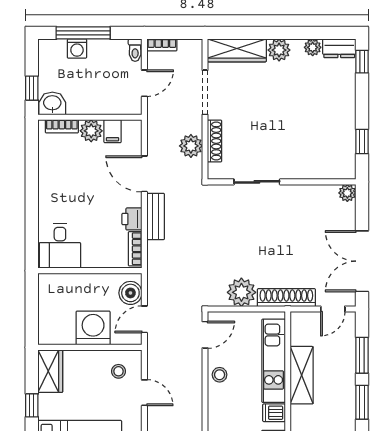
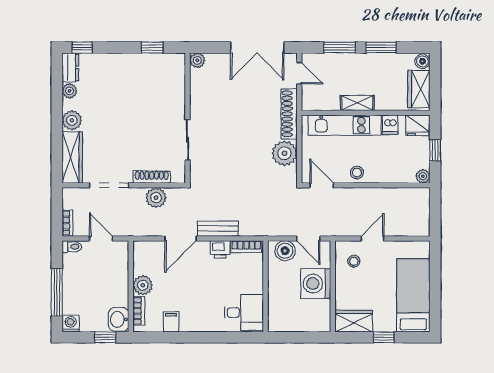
washing machine: (77, 49) -> (71, 324), moved, turned -90
filing cabinet: (113, 131) -> (171, 322), moved, turned -90
shelving: (302, 375) -> (357, 103), width x0.67, depth x0.75

